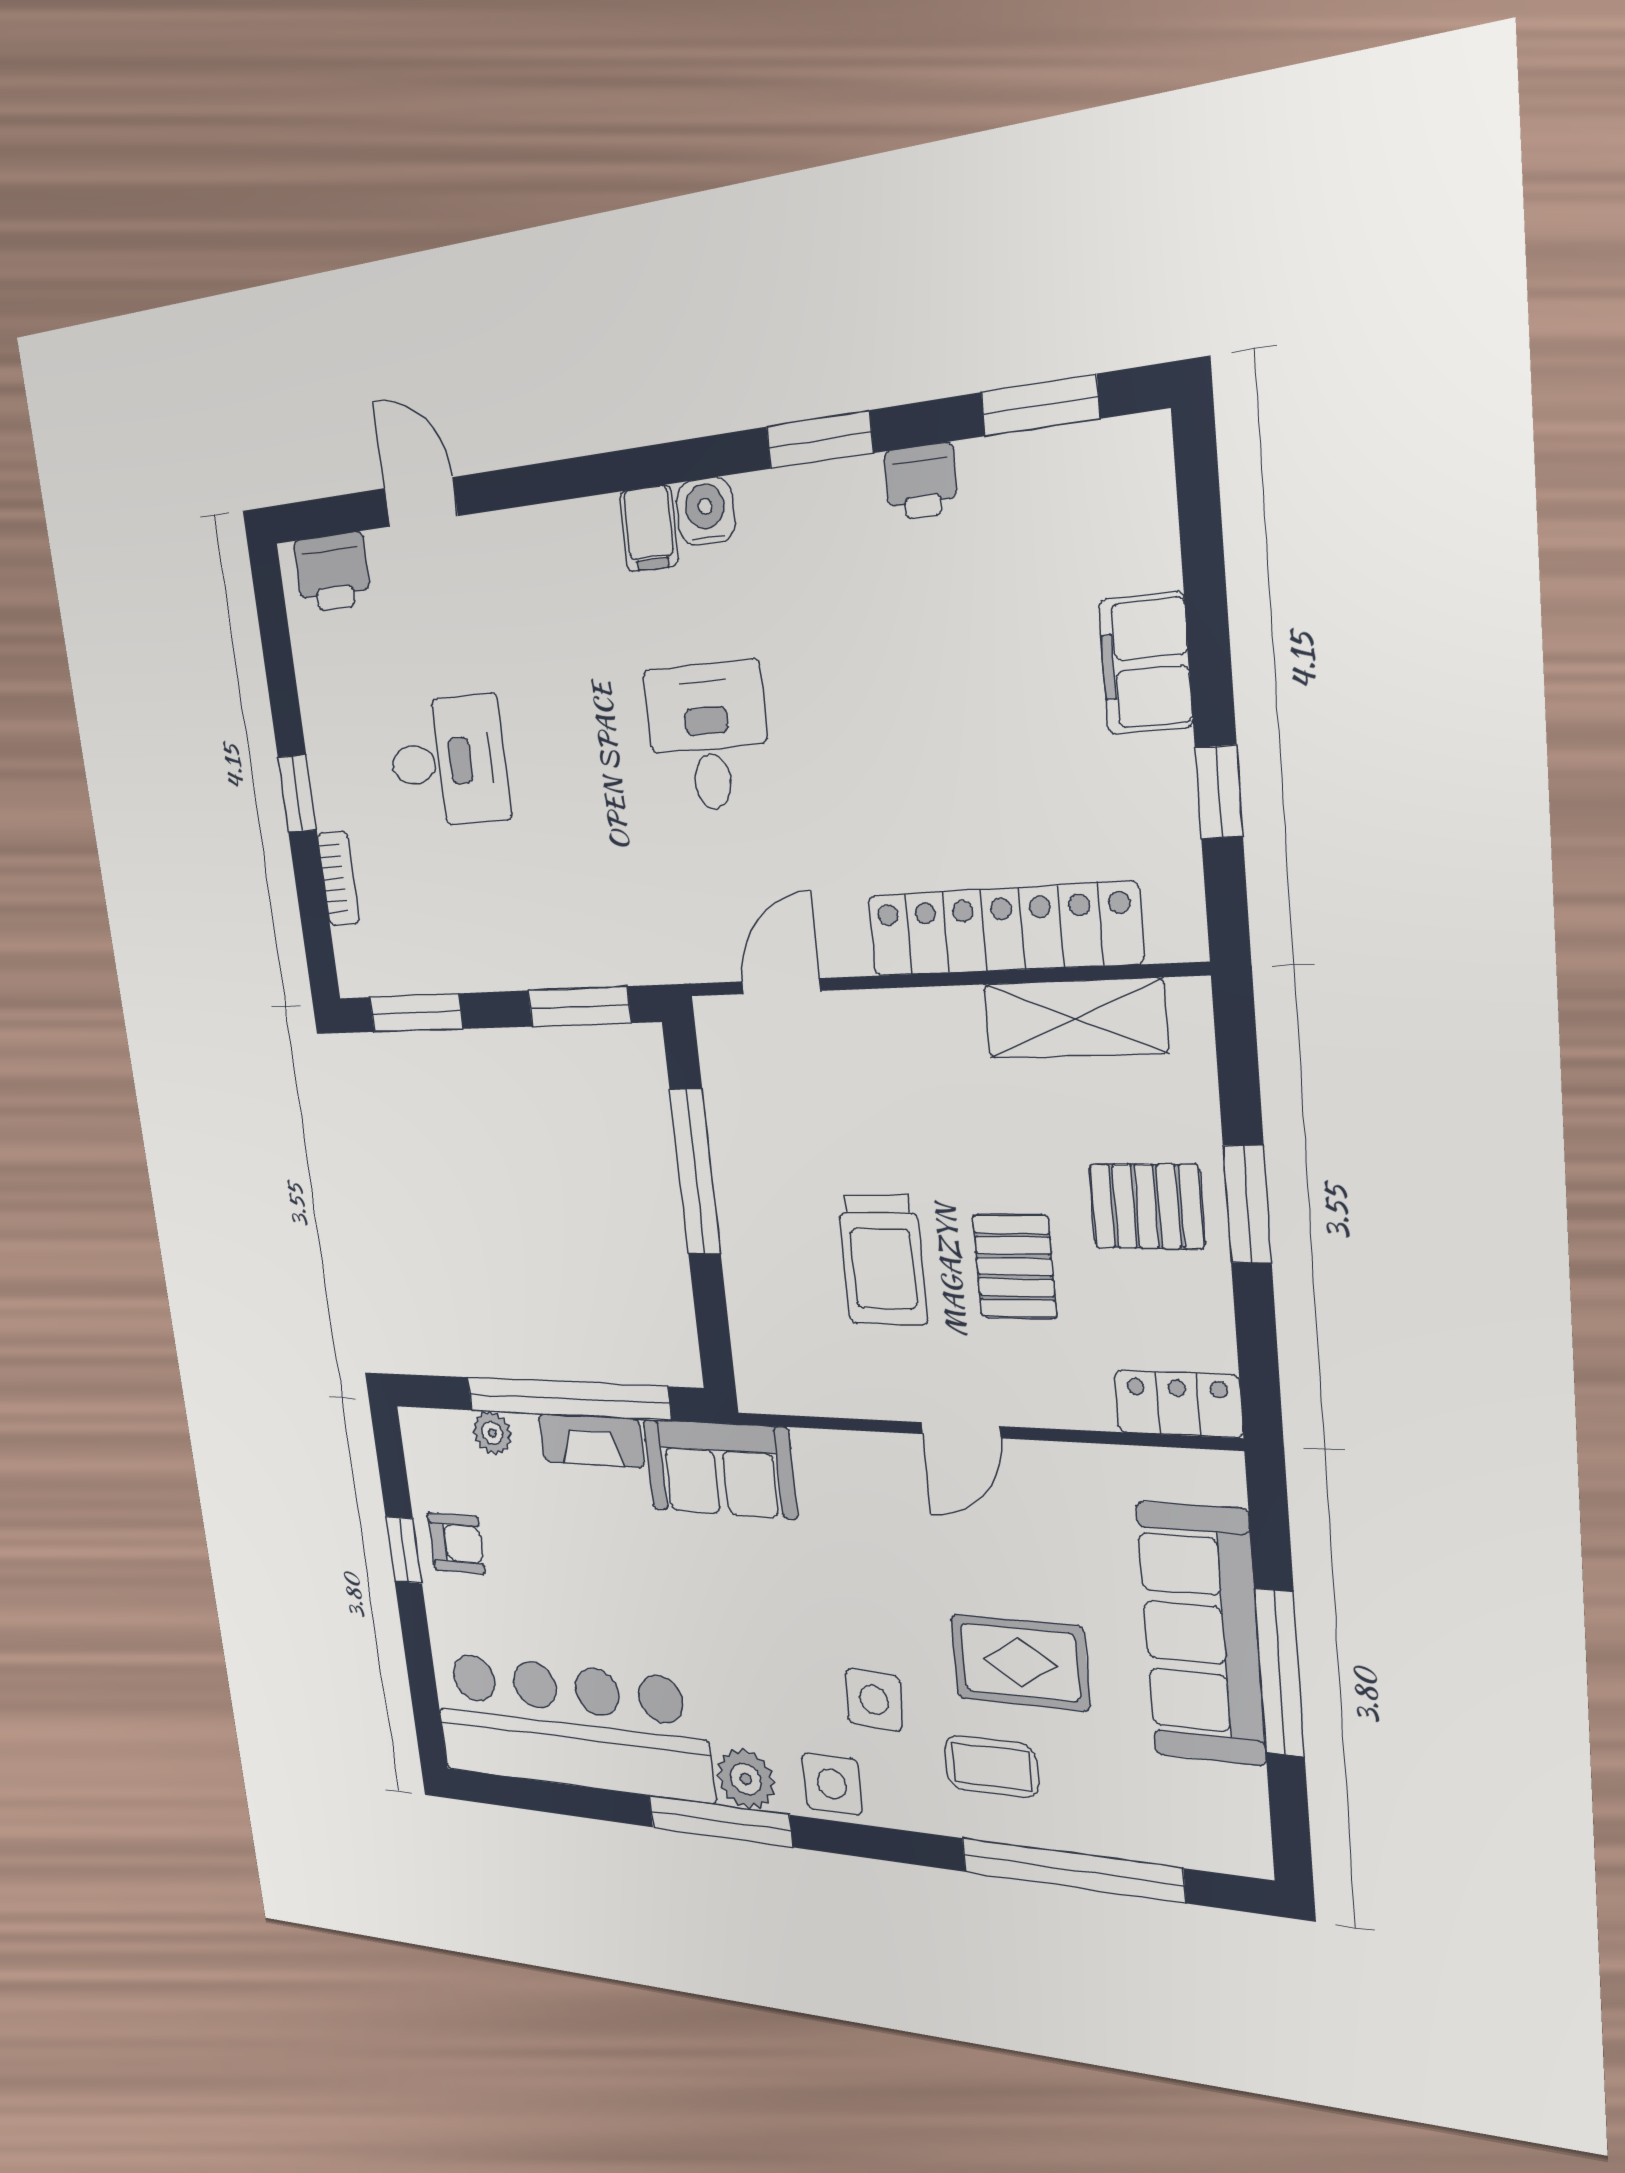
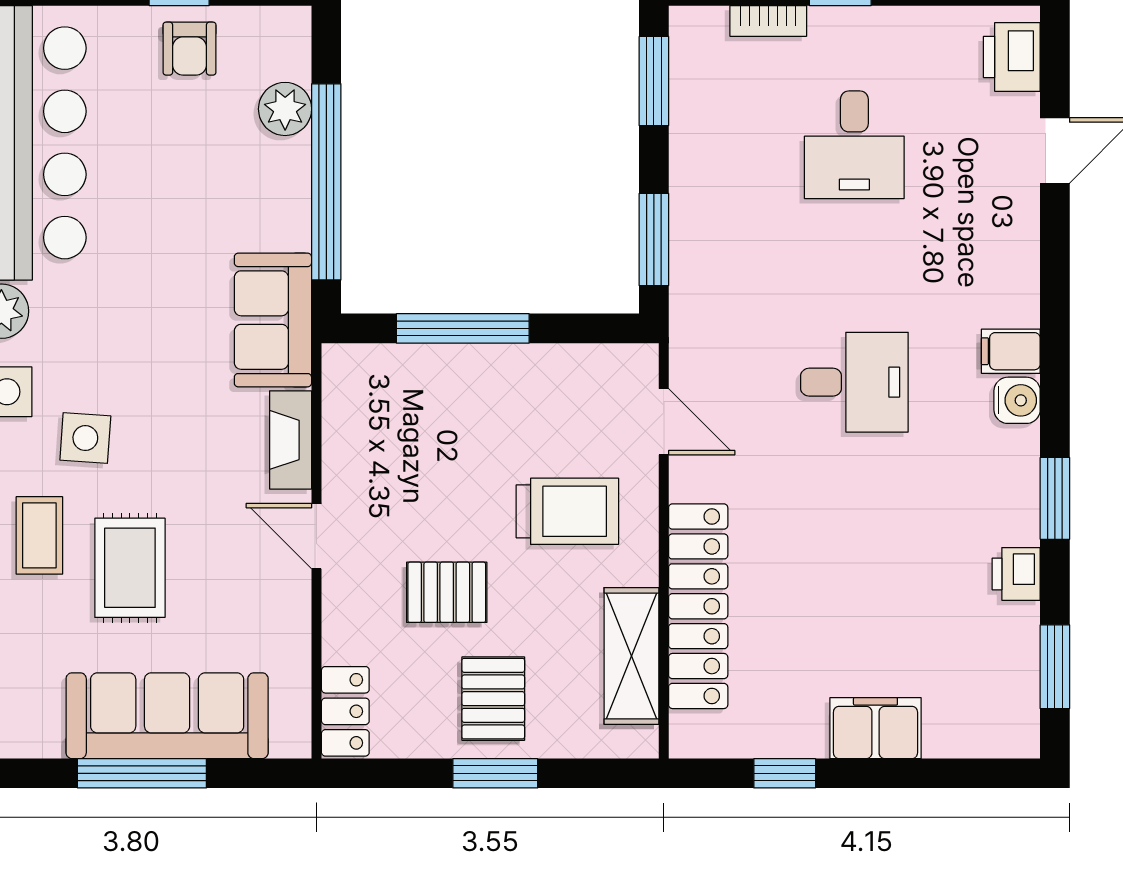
window: (695, 1172) -> (463, 328), moved
trolley: (882, 1260) -> (567, 511), moved, turned 180
plant: (492, 1433) -> (285, 109), width x1.38, depth x1.38
fireplace: (591, 1441) -> (291, 440), moved

